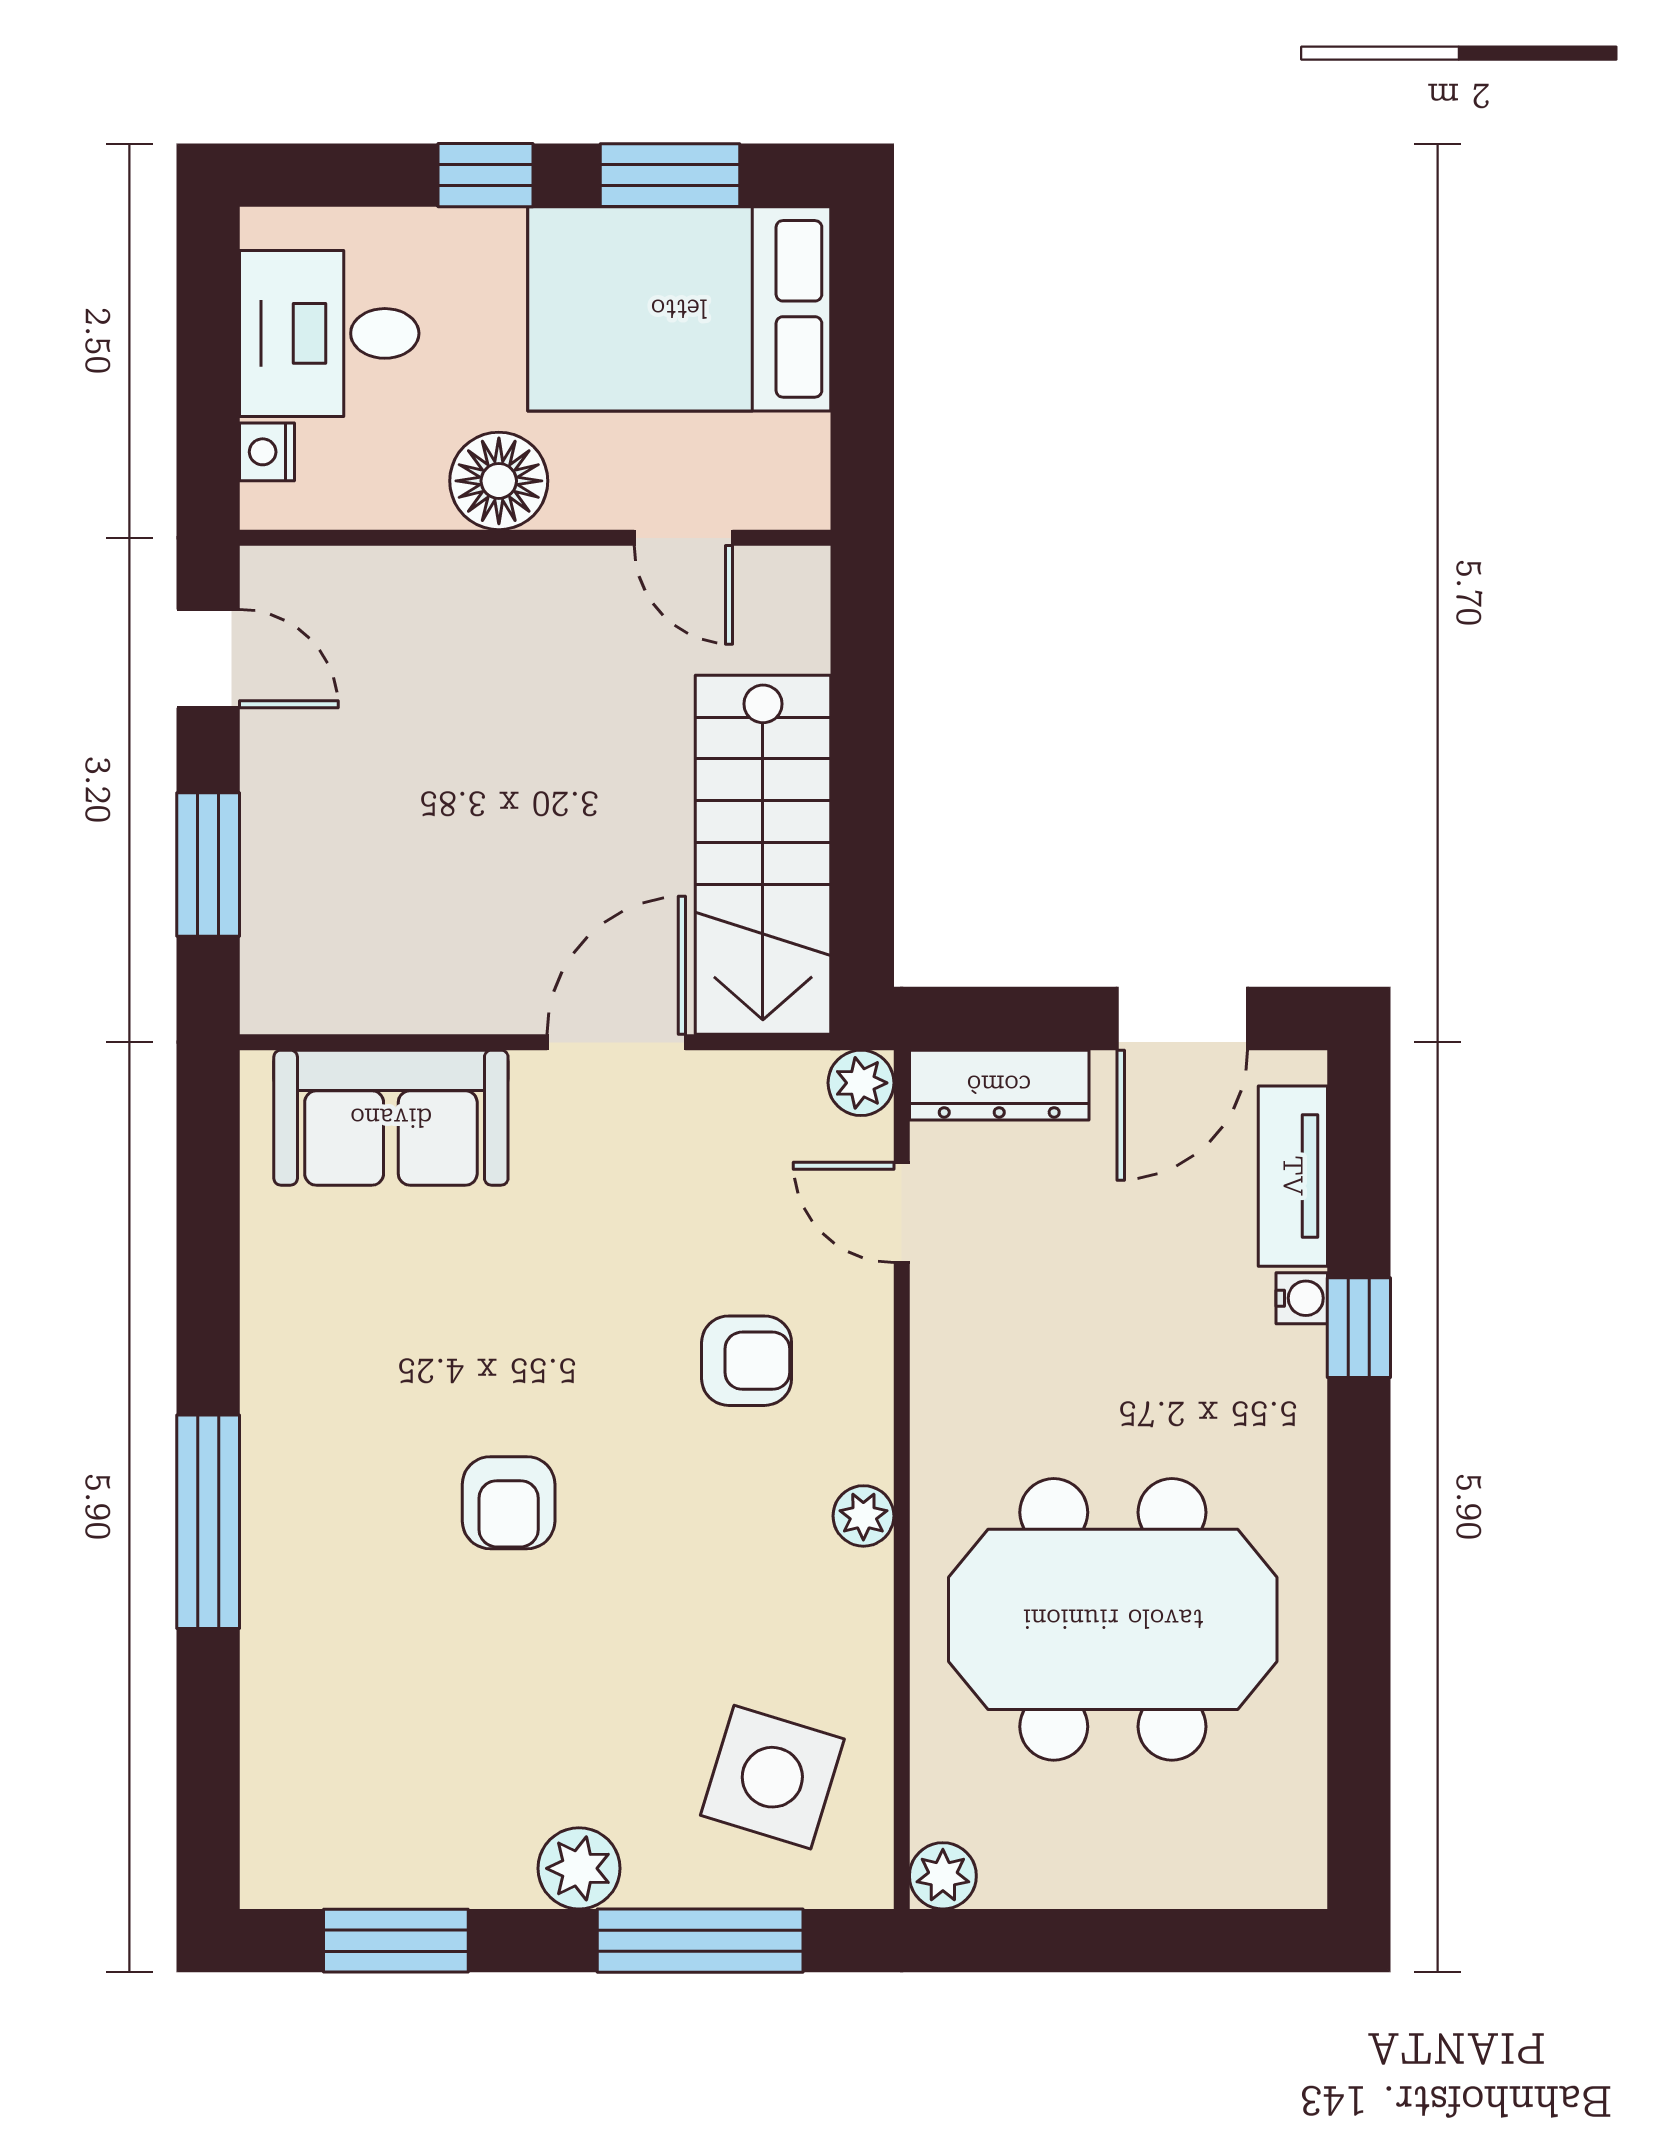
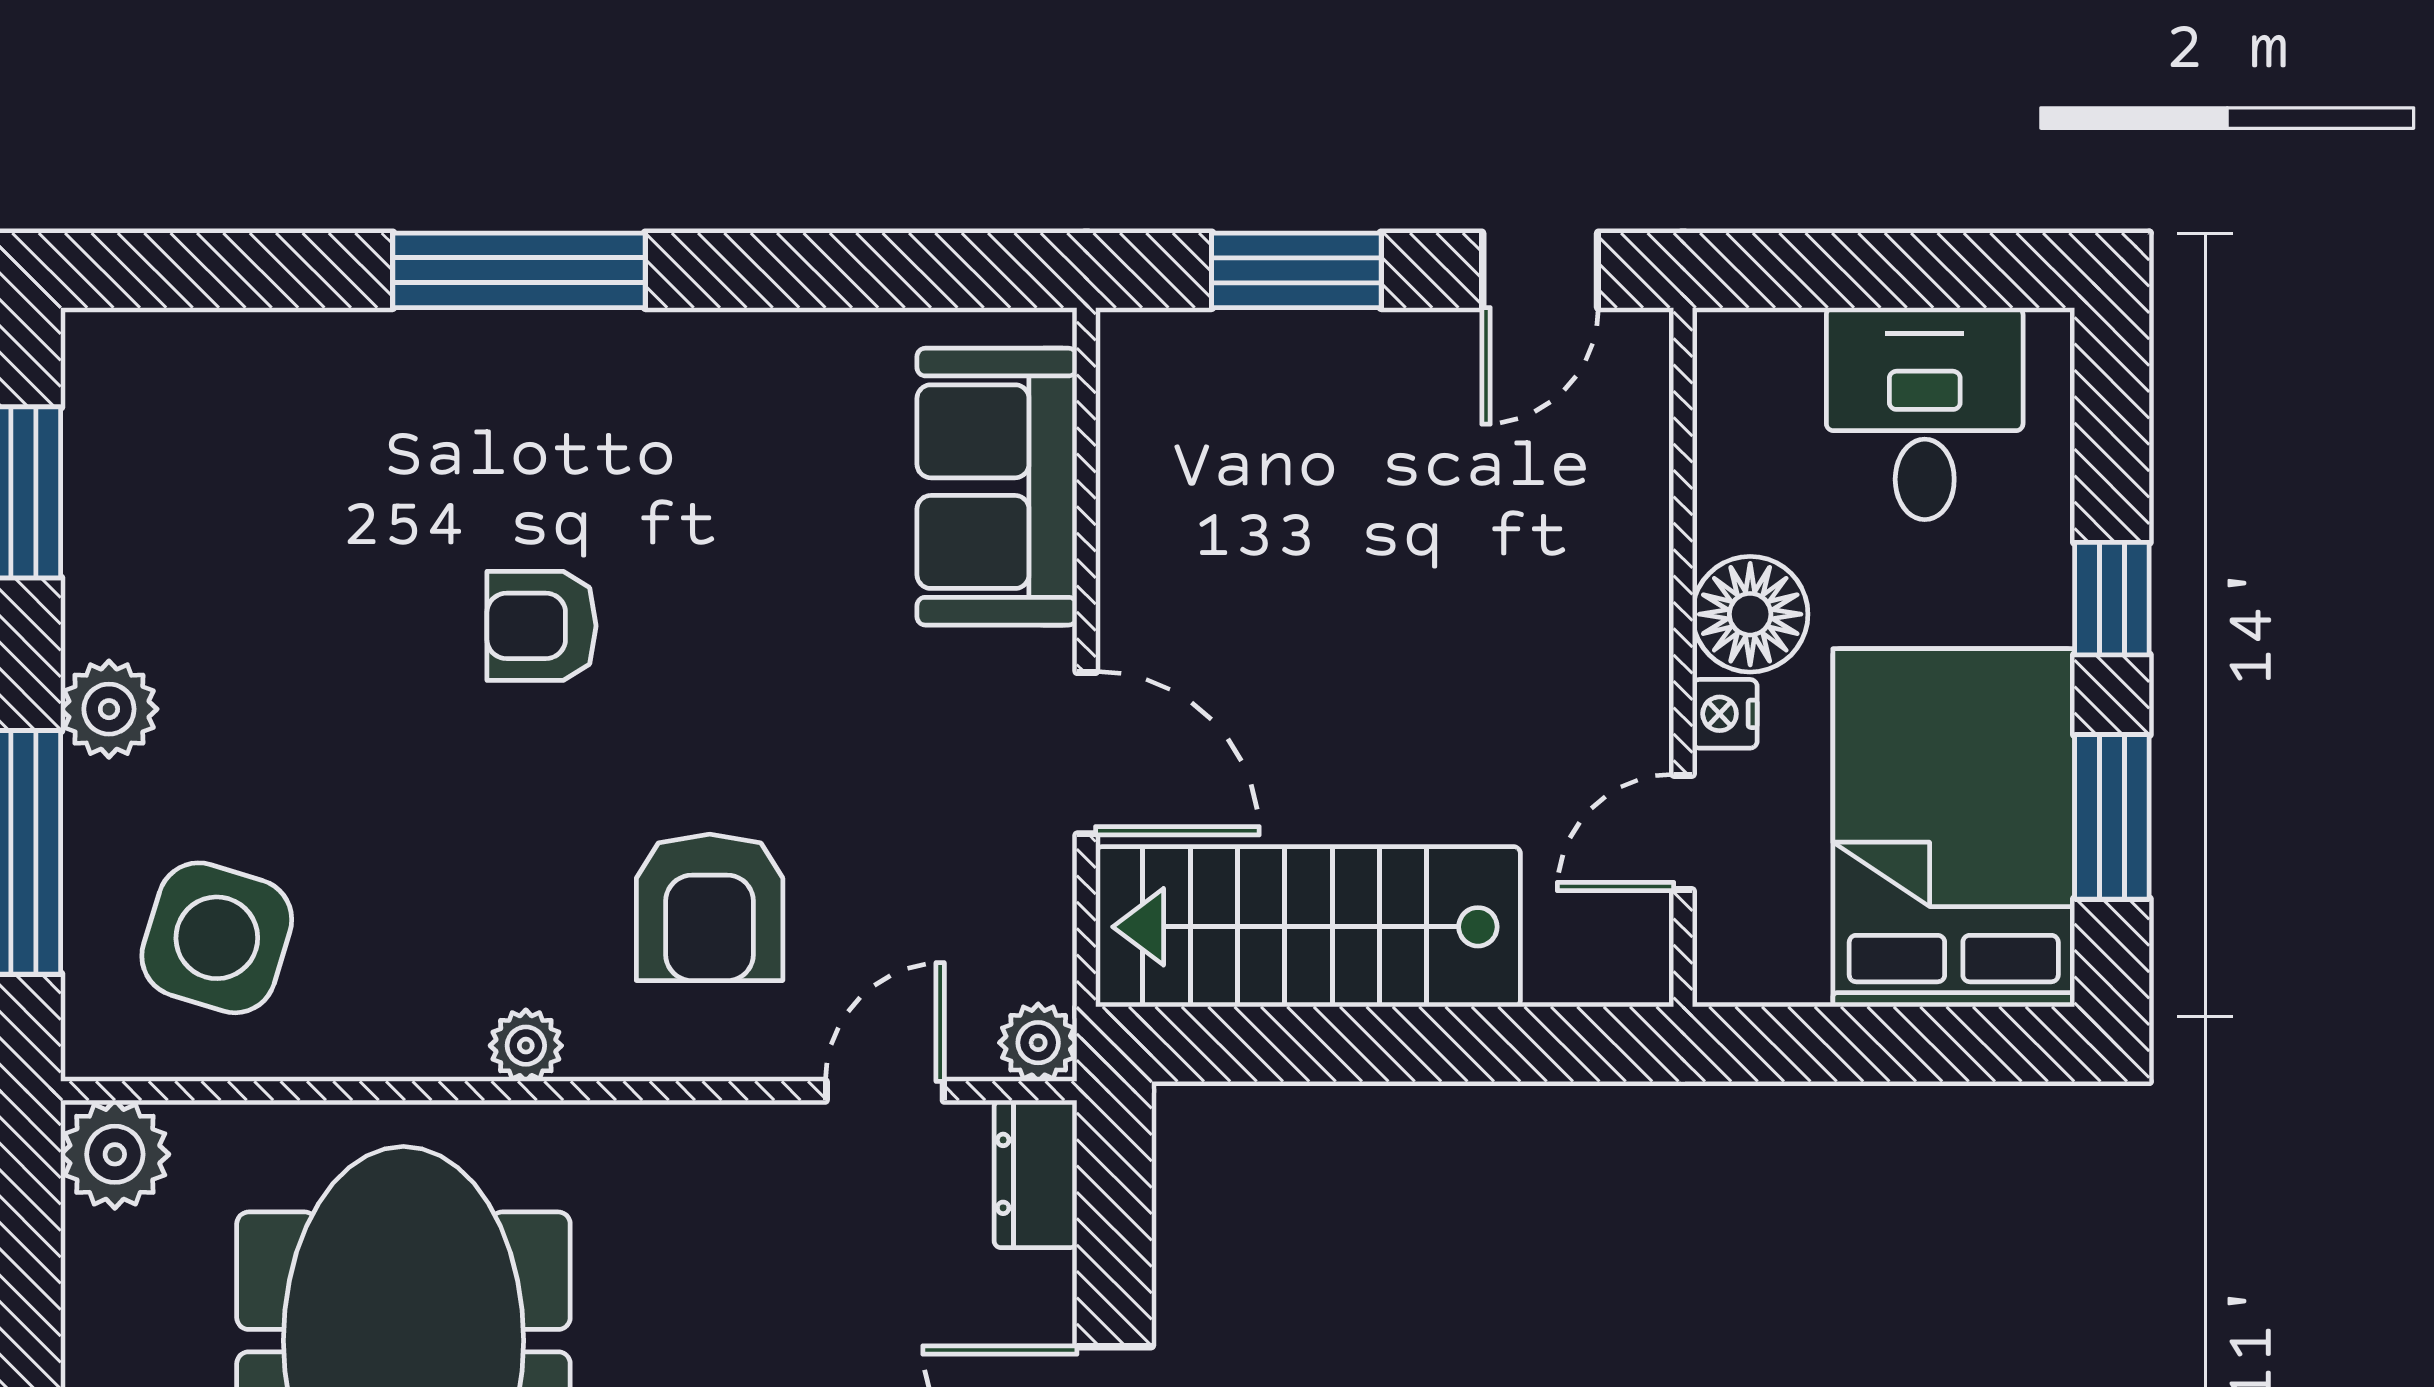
nightstand: (267, 452) -> (1725, 714), moved, turned -90
dresser: (999, 1085) -> (1035, 1174), width x0.70
armchair: (747, 1361) -> (710, 907), width x1.38, depth x1.38
plant: (943, 1876) -> (115, 1154), width x1.38, depth x1.38

